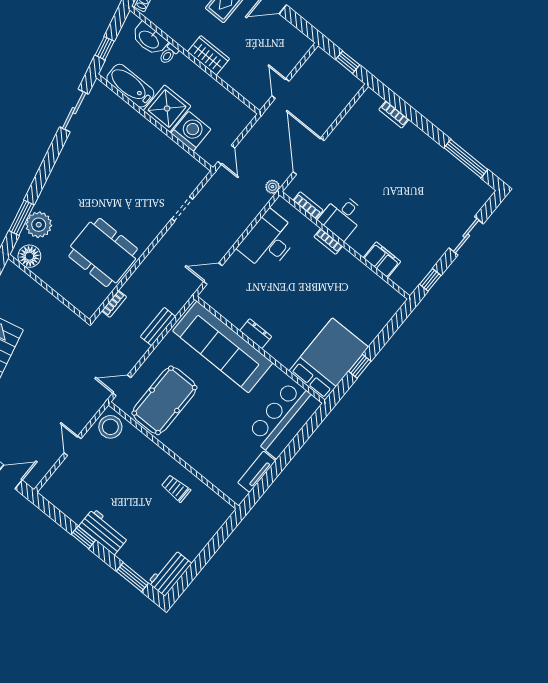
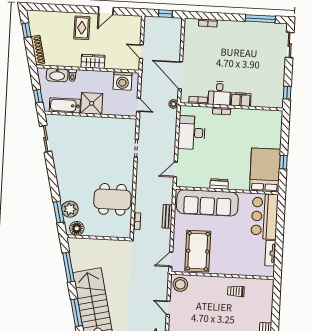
washing machine: (191, 131) -> (123, 81), moved, turned 180
sliding door: (466, 236) -> (290, 45), moved
filing cabinet: (382, 260) -> (241, 100), moved

